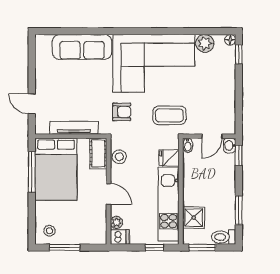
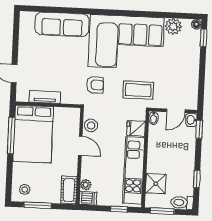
tv unit: (74, 128) -> (45, 97), width x0.71
cot: (98, 153) -> (69, 190), moved
door: (109, 194) -> (80, 146), moved
window: (239, 210) -> (197, 179), width x0.67

